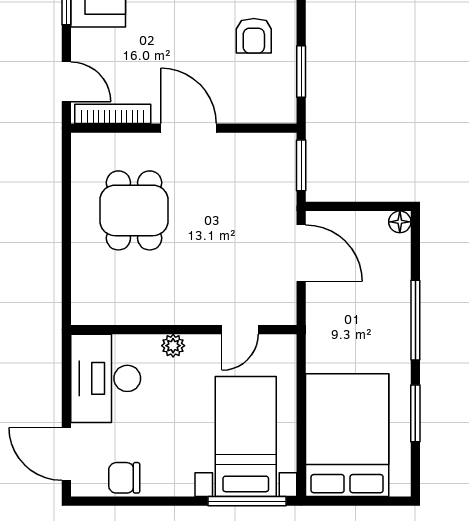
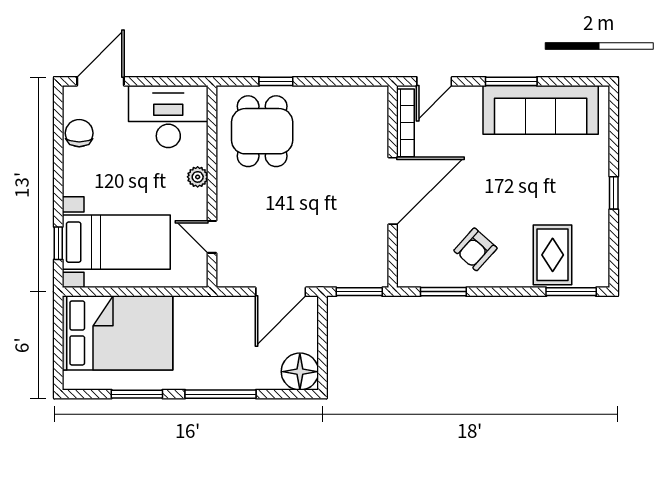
armchair: (254, 36) -> (475, 249), turned -48
door: (189, 128) -> (393, 191), width x1.36
dining table: (134, 210) -> (262, 131), moved, turned 90
floor lamp: (400, 222) -> (300, 372), width x1.89, depth x1.89
window: (66, 258) -> (276, 81), added
window: (247, 501) -> (58, 243), width x0.46

